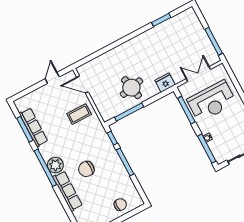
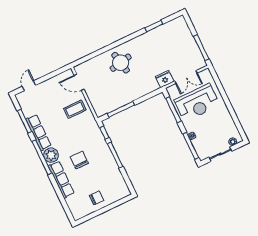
double door: (198, 74) -> (186, 77), swing flipped
door: (52, 78) -> (29, 86), moved
fridge: (165, 83) -> (165, 79), moved
round table: (131, 88) -> (121, 63), moved
row of seats: (33, 127) -> (39, 132), moved
chair: (86, 169) -> (79, 160), turned 90
chair: (120, 205) -> (97, 198), moved

